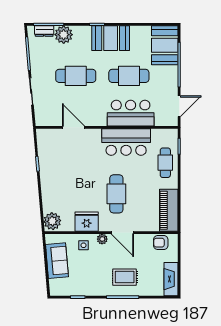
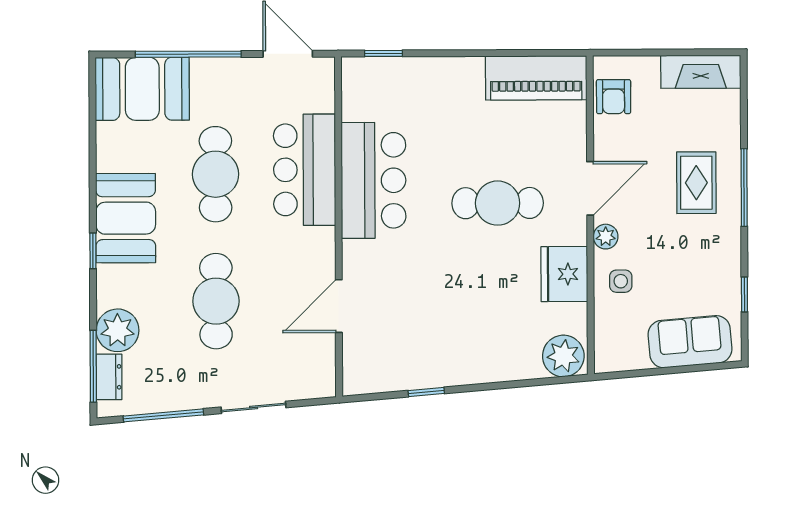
cafe table: (165, 163) -> (423, 87), removed
sofa: (57, 261) -> (690, 342), moved

